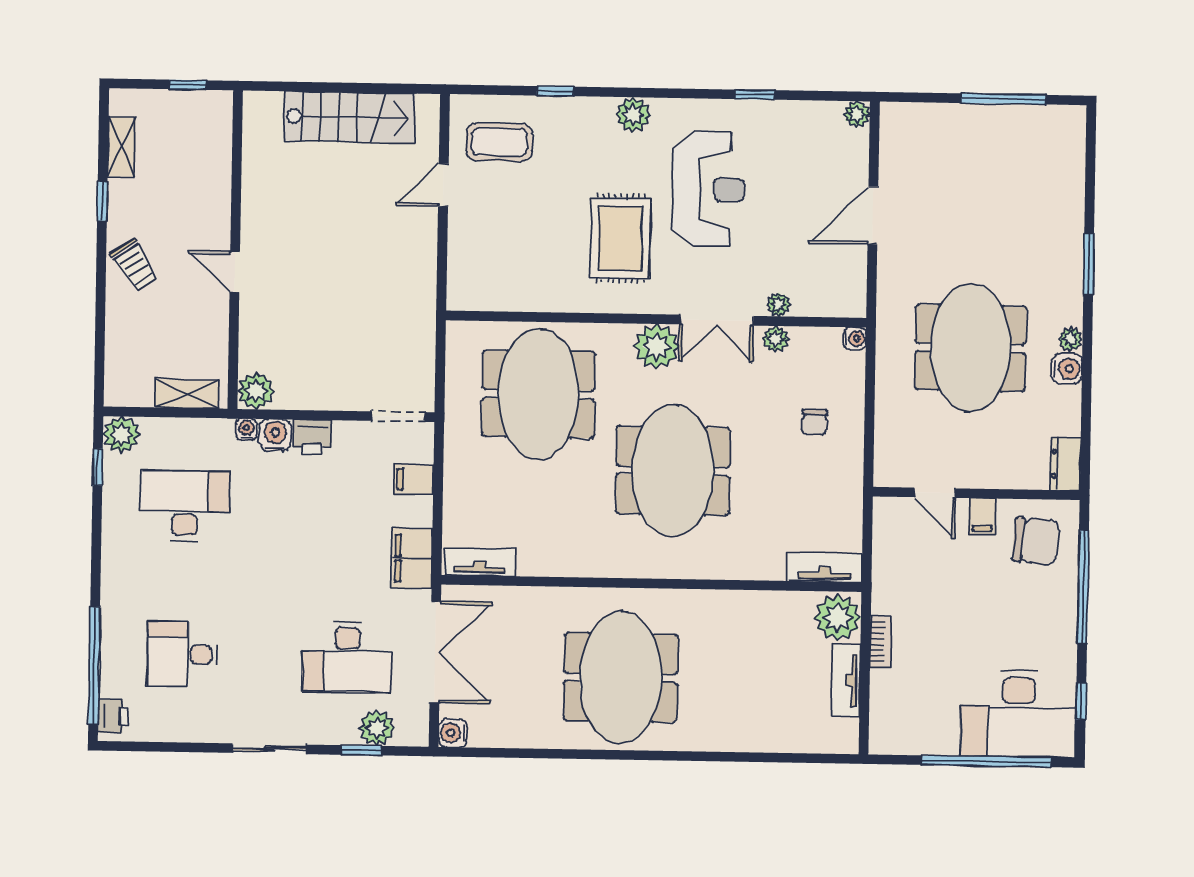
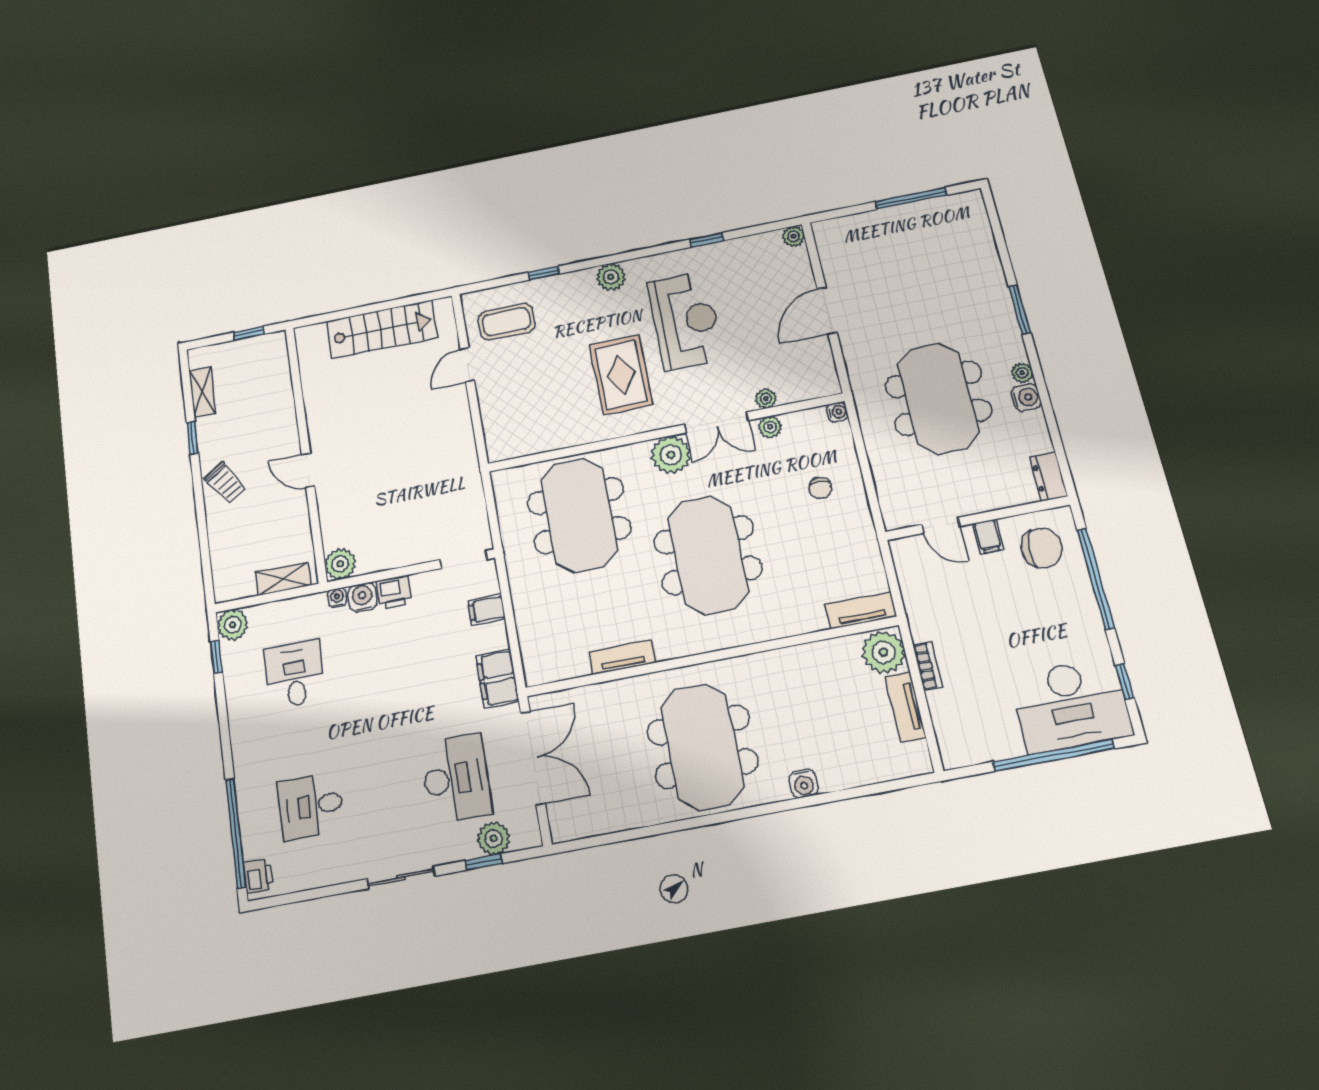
desk: (185, 506) -> (295, 674), width x0.73
tv unit: (480, 562) -> (622, 657), moved
desk: (347, 657) -> (456, 779), turned -90
water cooler: (453, 733) -> (804, 784), moved, turned -90

